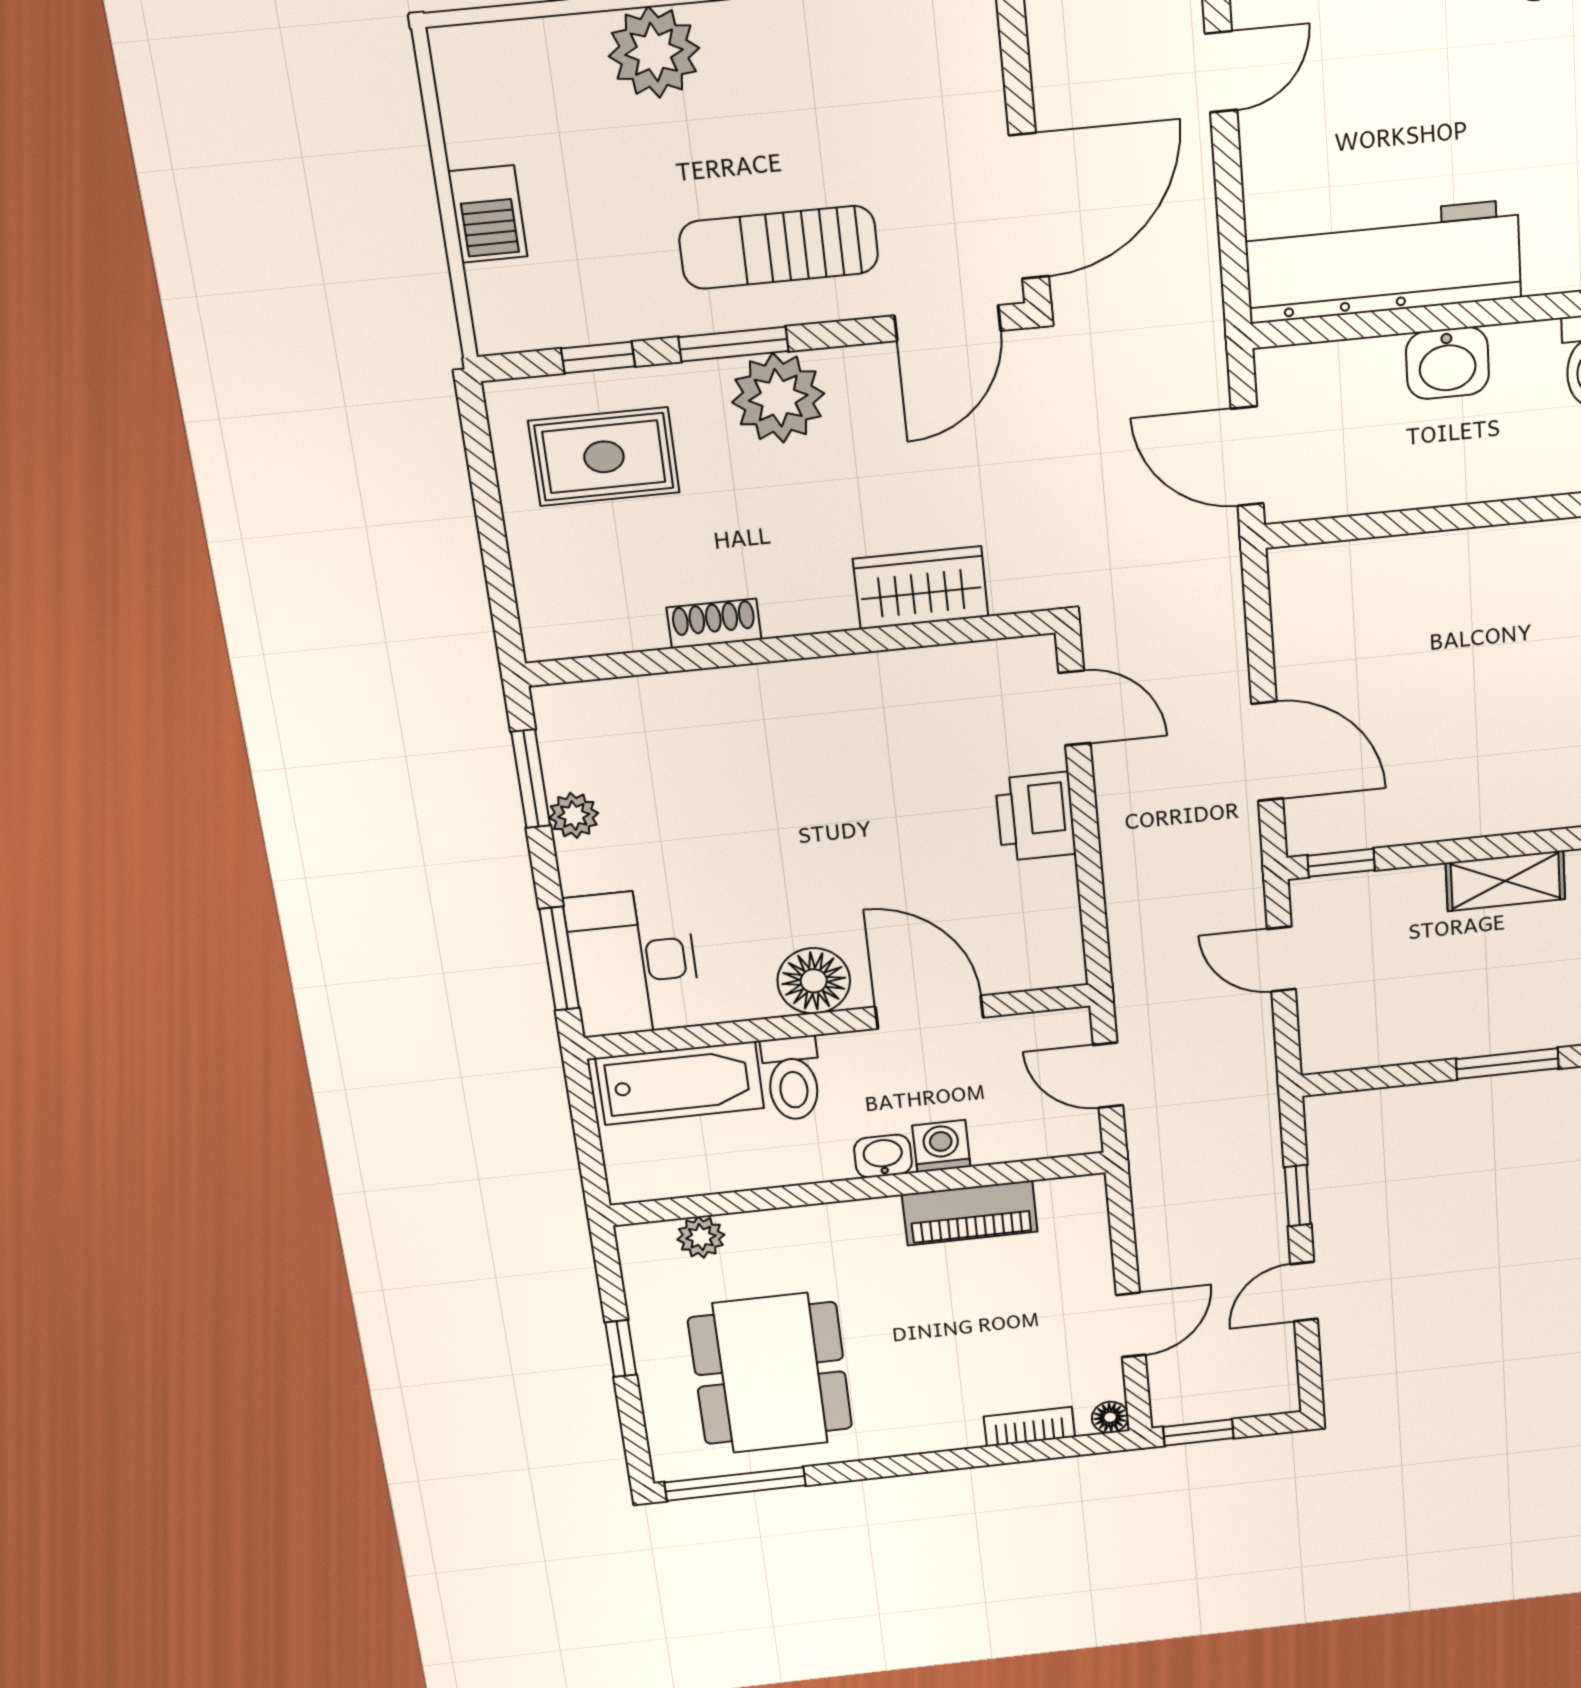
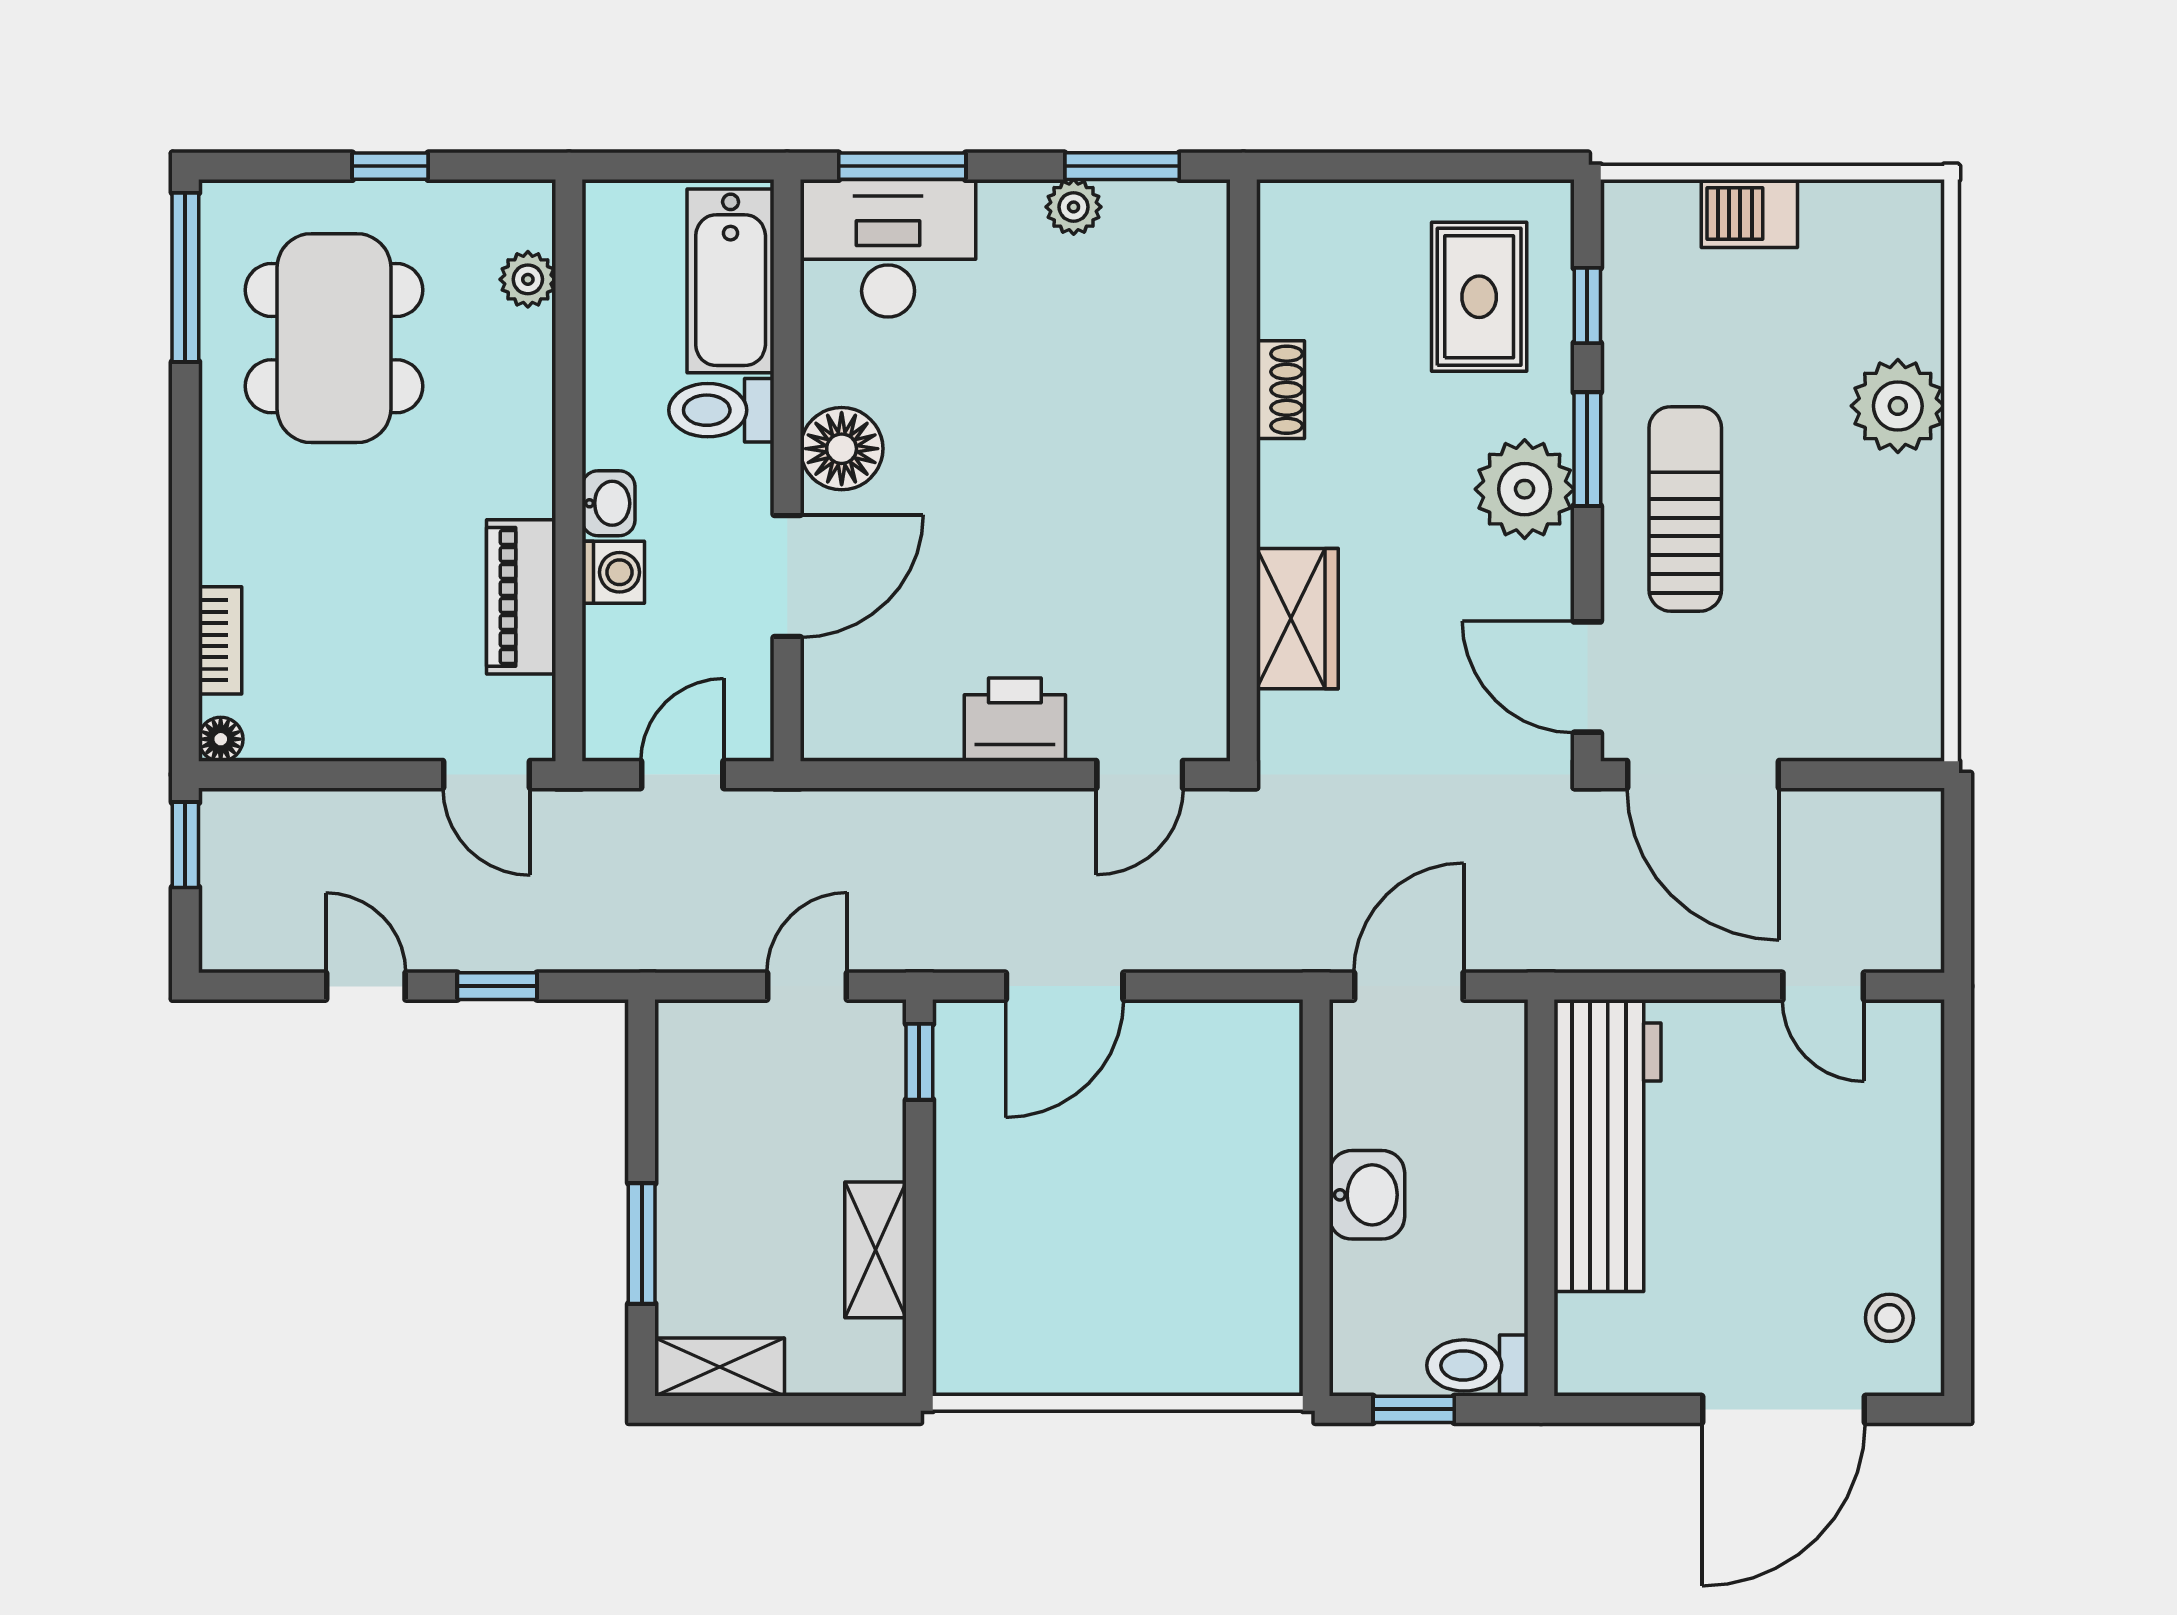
washbasin: (1447, 363) -> (1367, 1195), moved, turned 180
door: (1131, 1325) -> (487, 775), moved
dining table: (770, 1373) -> (334, 338), turned 90

